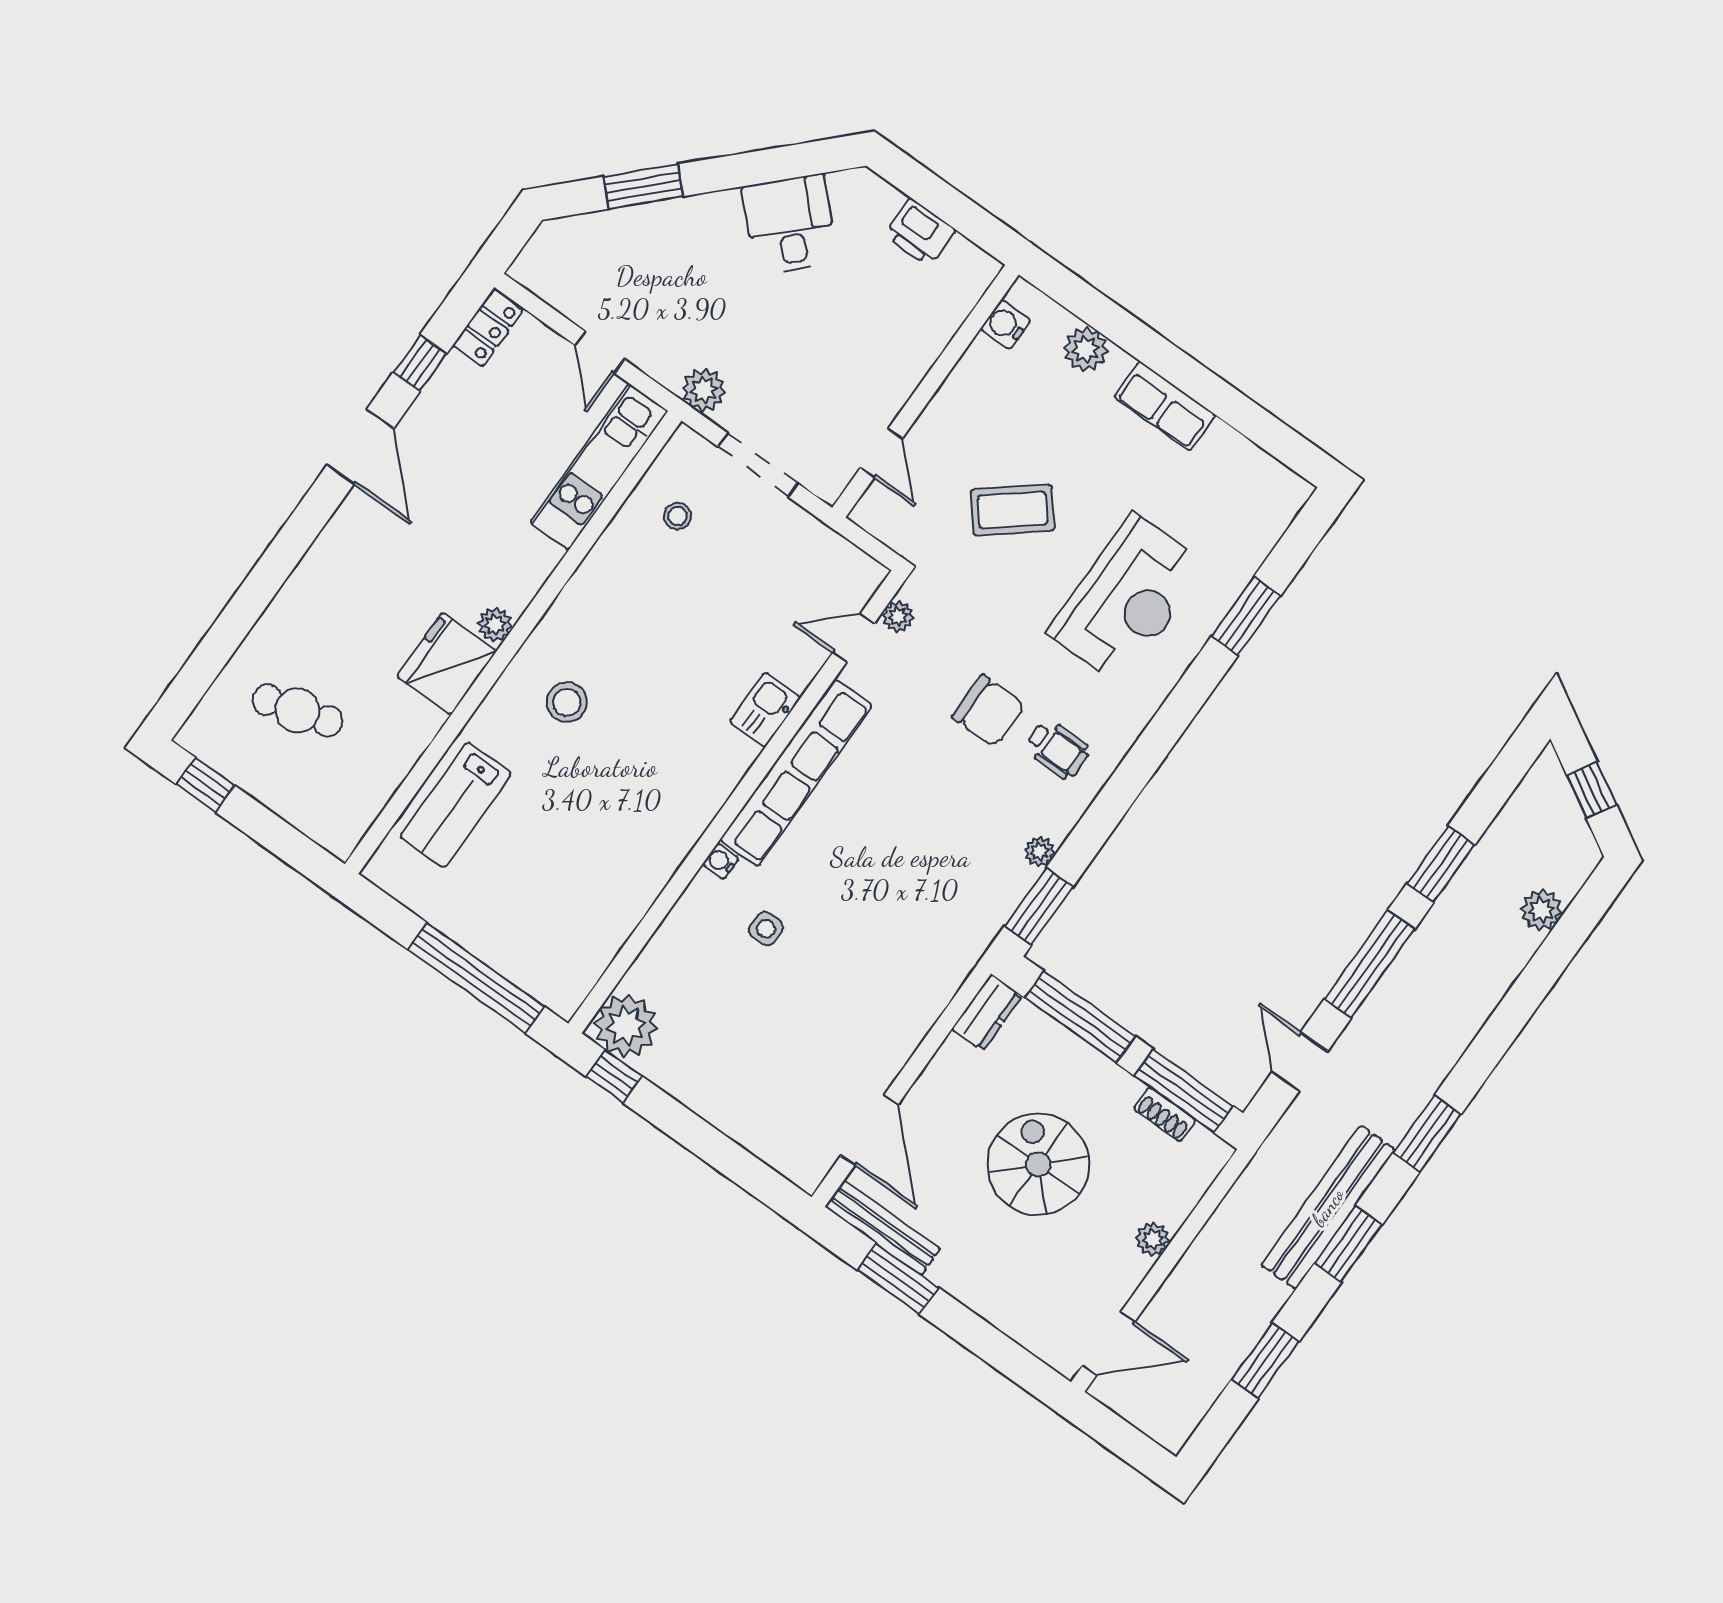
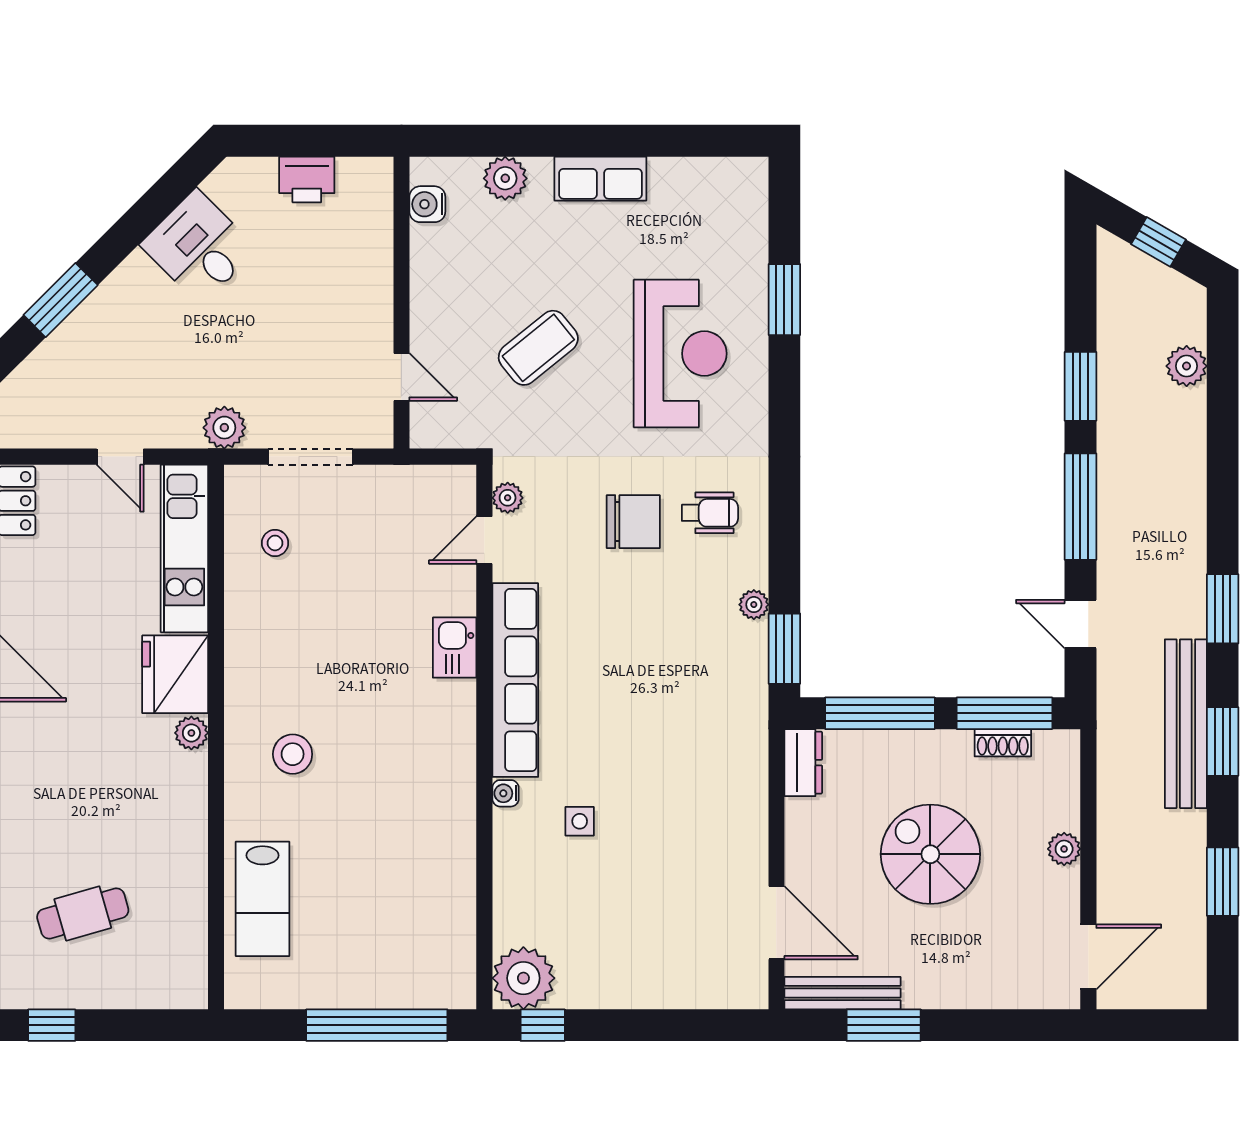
fridge: (447, 664) -> (175, 674), moved

